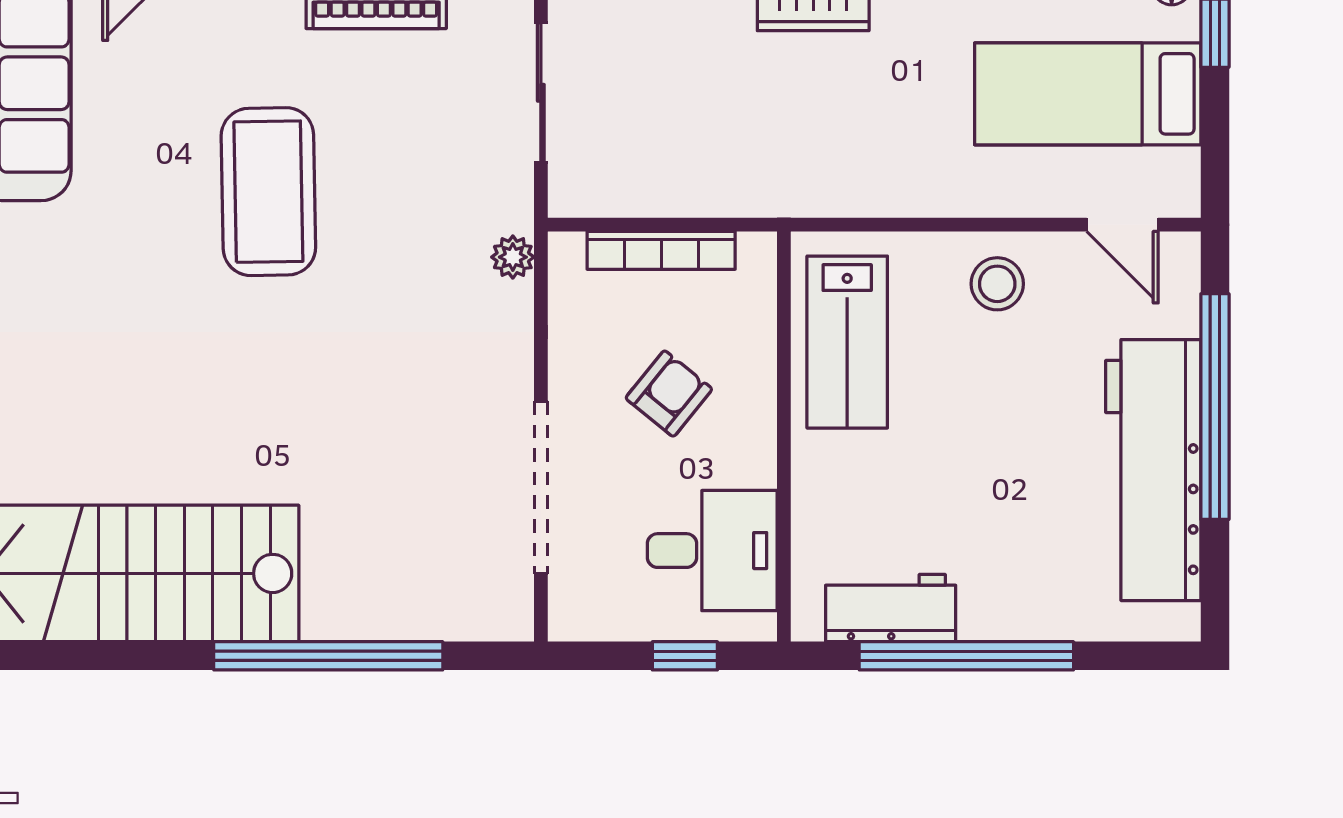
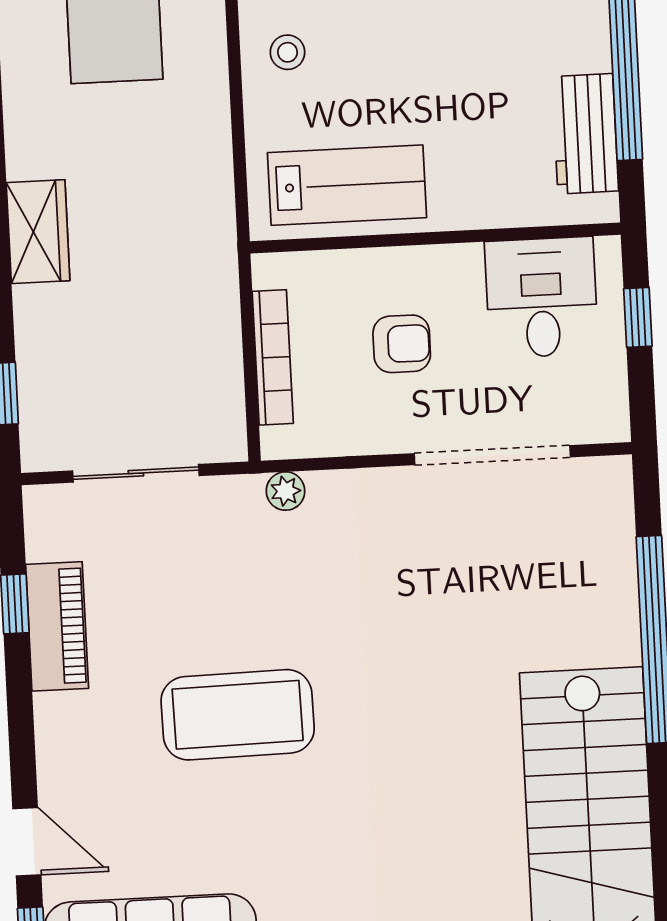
stool: (997, 284) -> (288, 52), width x0.73, depth x0.73
armchair: (669, 394) -> (402, 344), turned 141

